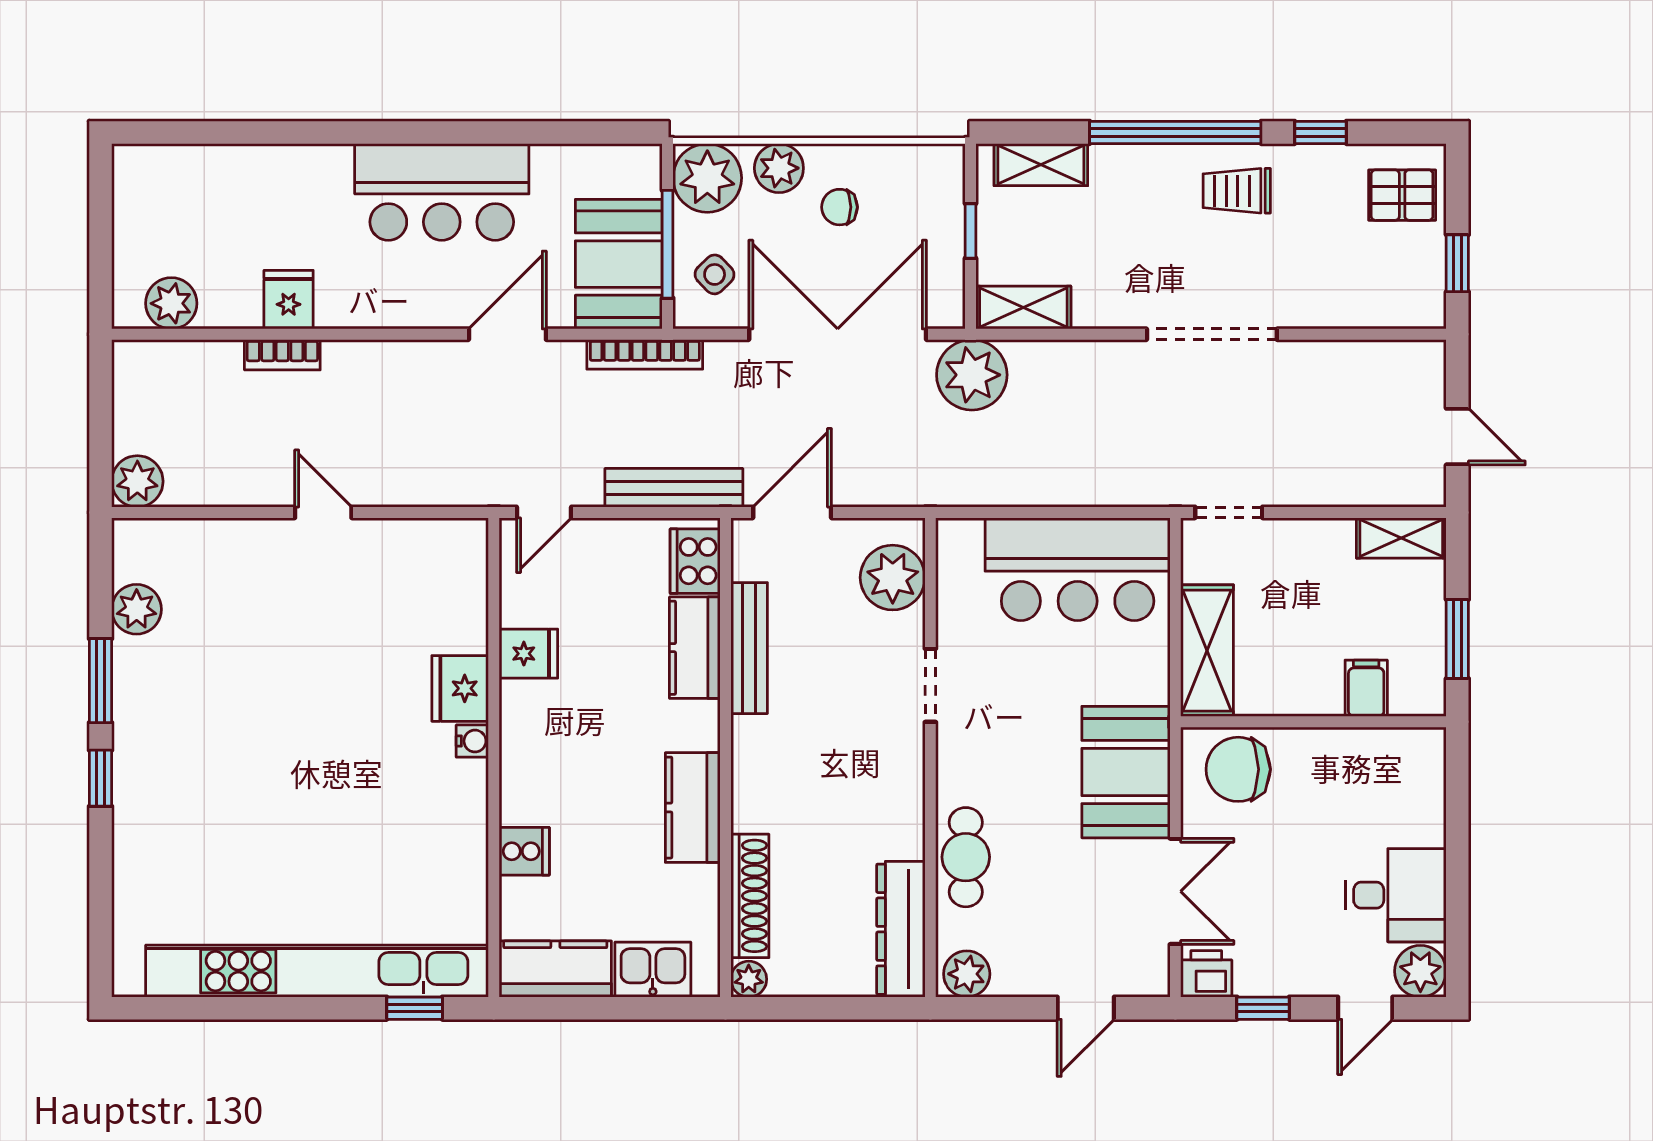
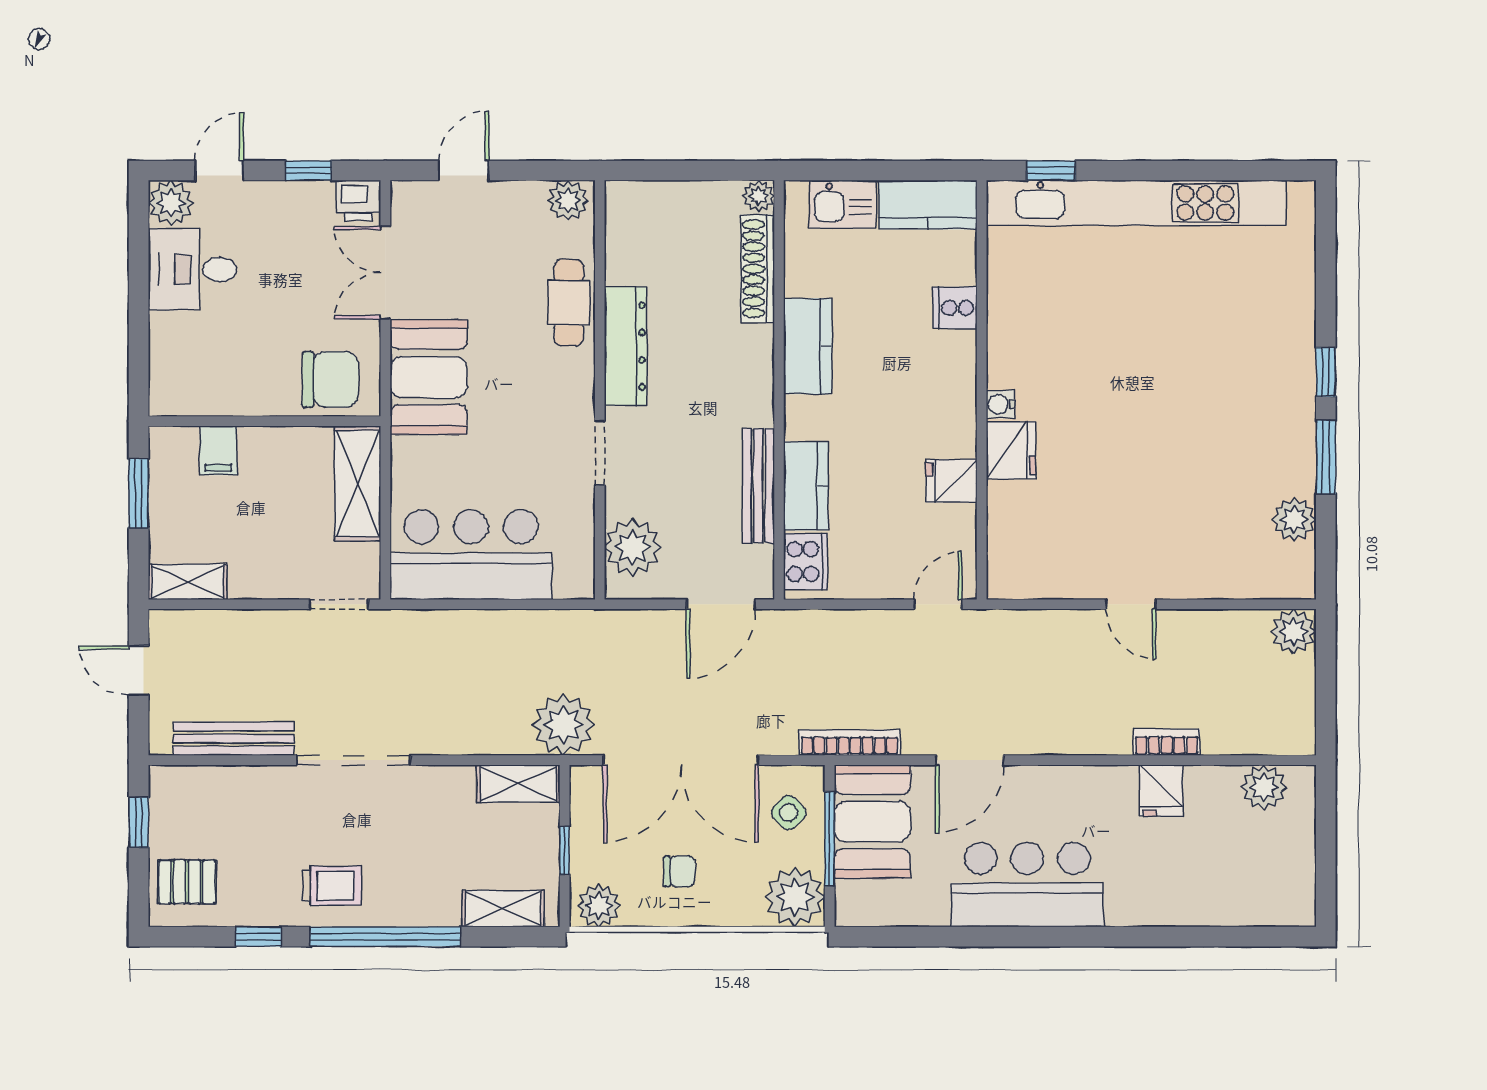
plant: (779, 168) -> (599, 906), moved
bench: (674, 488) -> (233, 739), moved
dresser: (901, 929) -> (626, 346), moved

